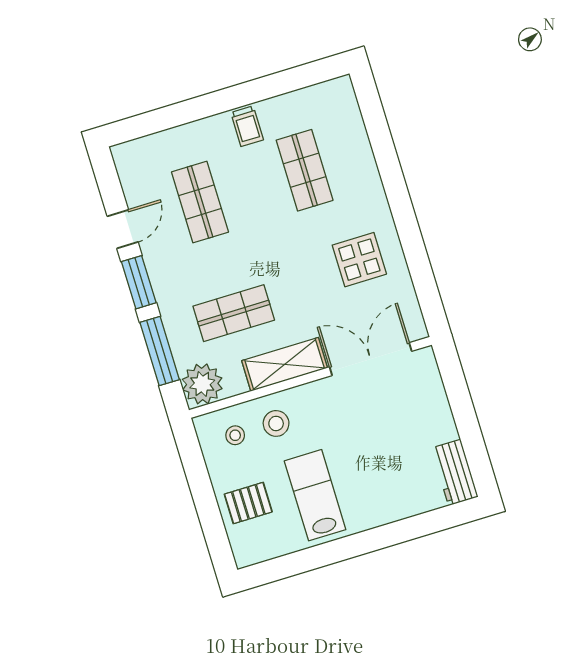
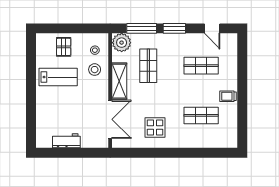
door: (123, 229) -> (212, 28), moved
workbench: (455, 472) -> (66, 141), moved

